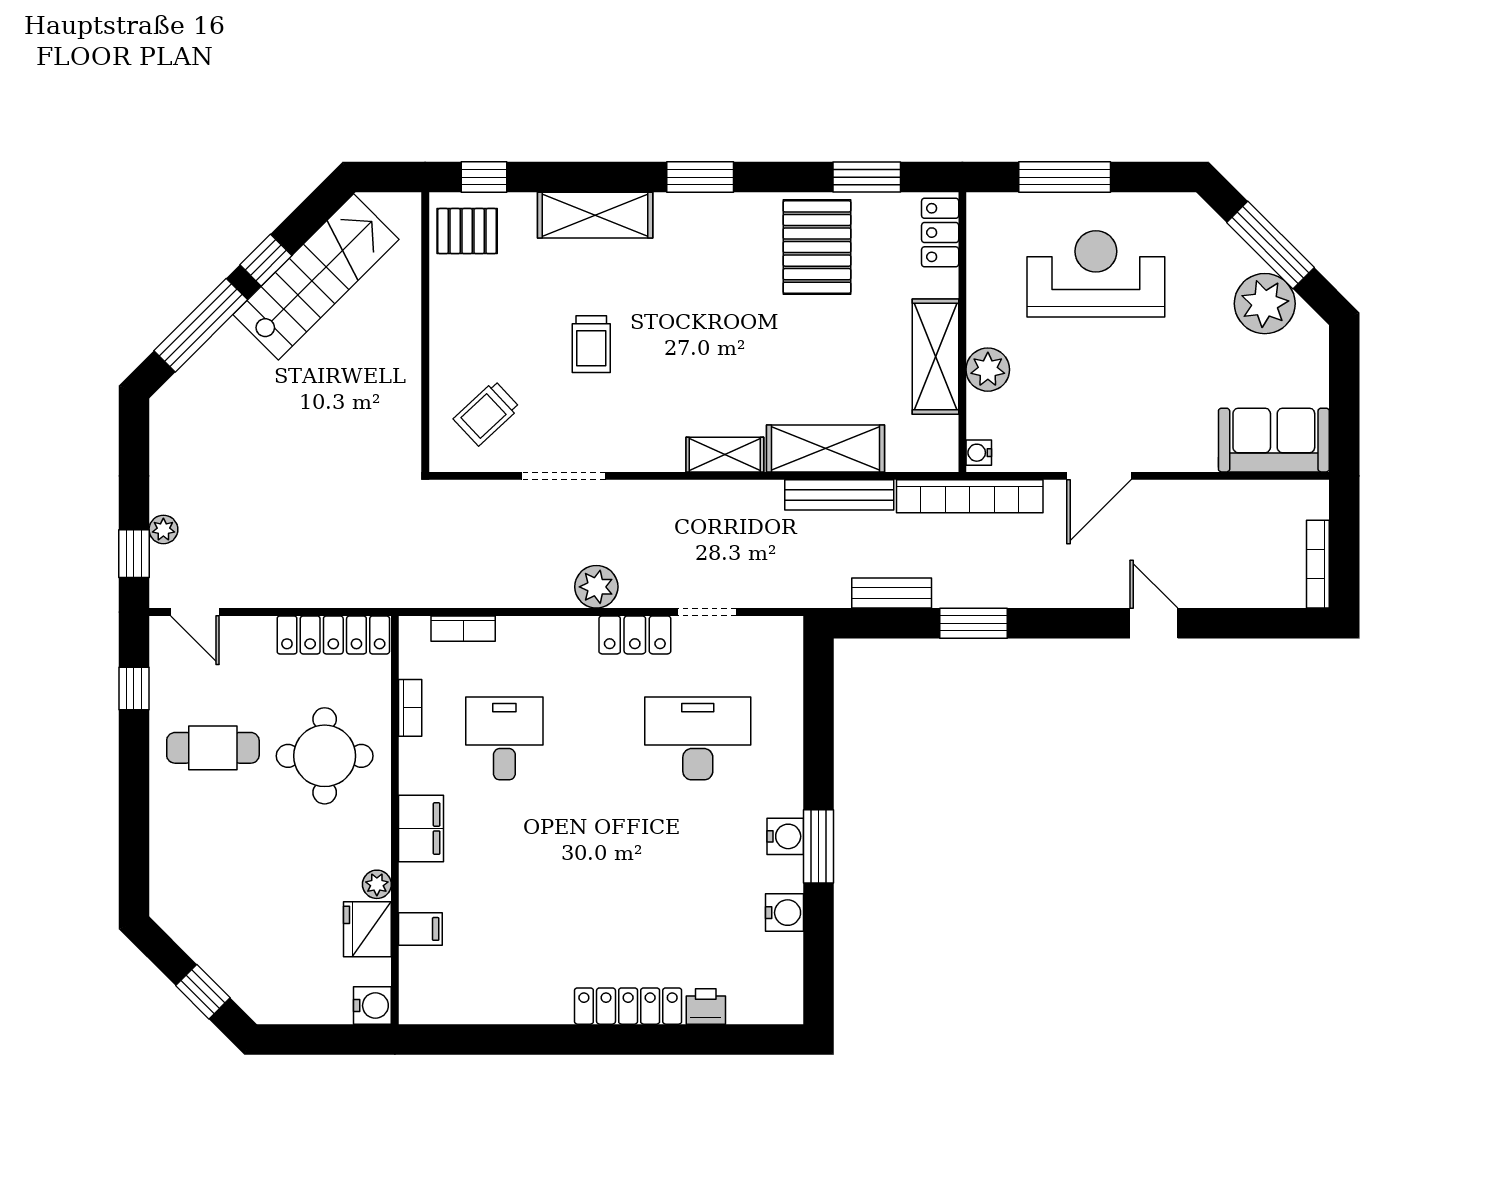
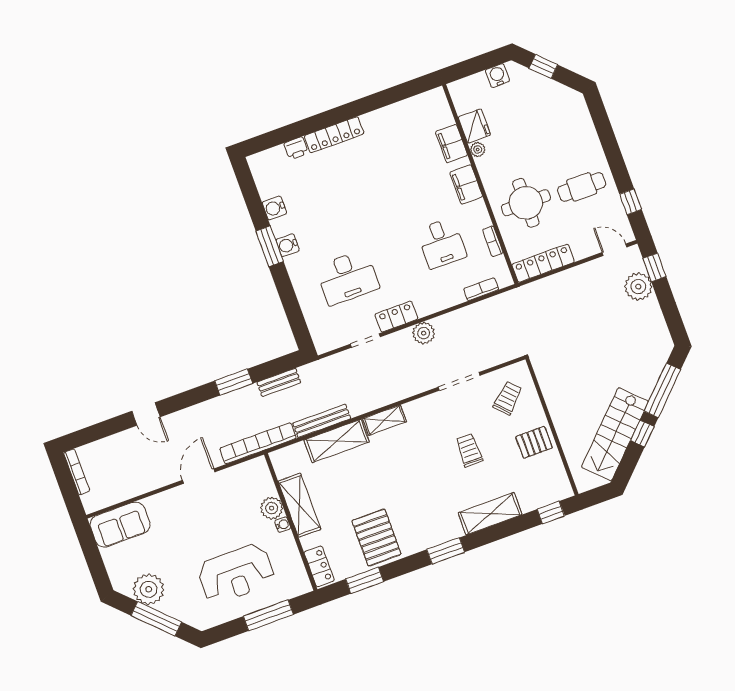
pallet: (467, 231) -> (534, 442), moved
water cooler: (979, 453) -> (283, 525), moved
plant: (163, 529) -> (638, 287), width x1.88, depth x1.88
filing cabinet: (420, 929) -> (451, 143), width x2.00
water cooler: (372, 1006) -> (497, 76), moved, turned 90

